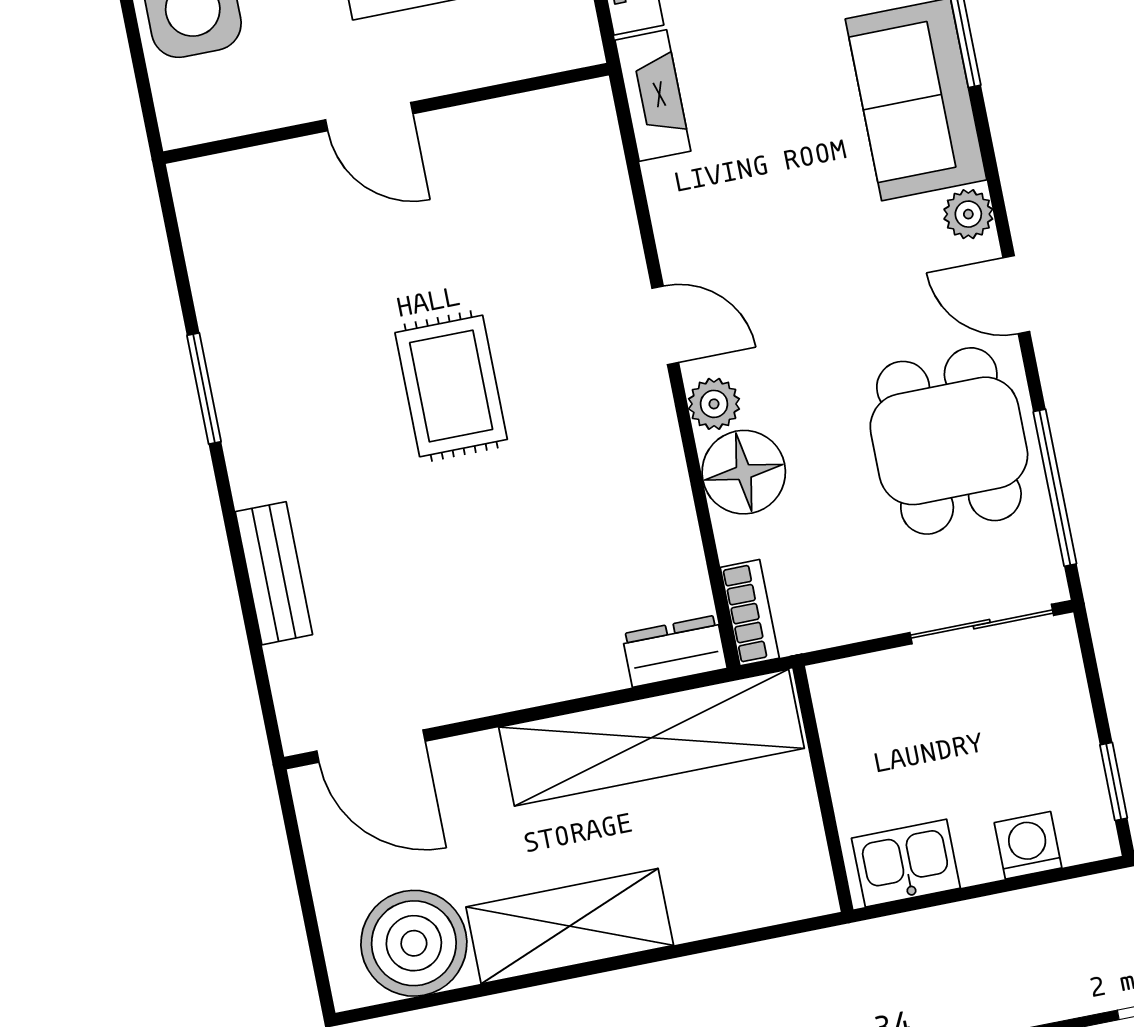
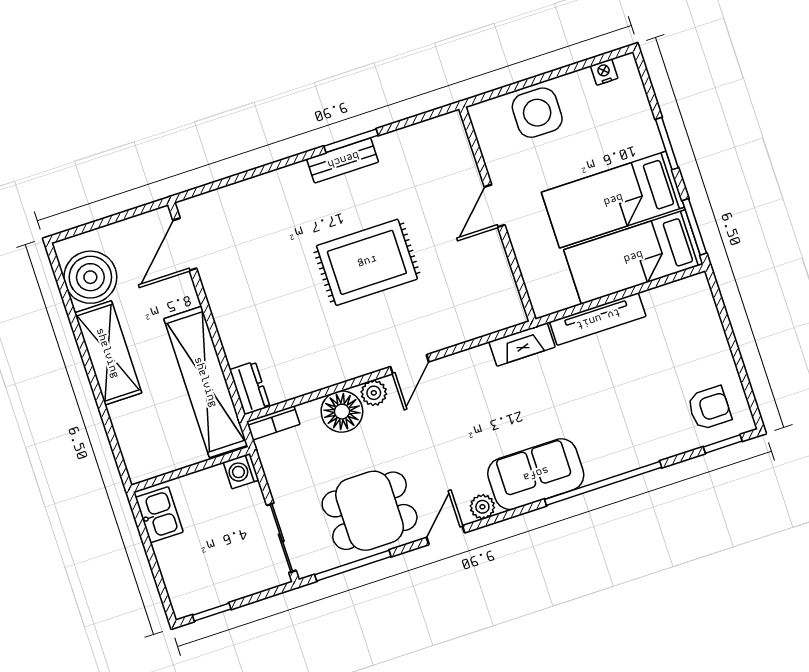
rug: (451, 386) -> (367, 262), width x1.36, depth x1.43
bench: (274, 573) -> (343, 160), moved
washing machine: (1028, 845) -> (241, 471), moved, turned 180

